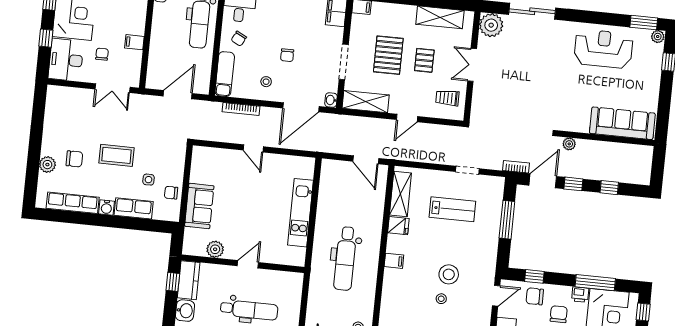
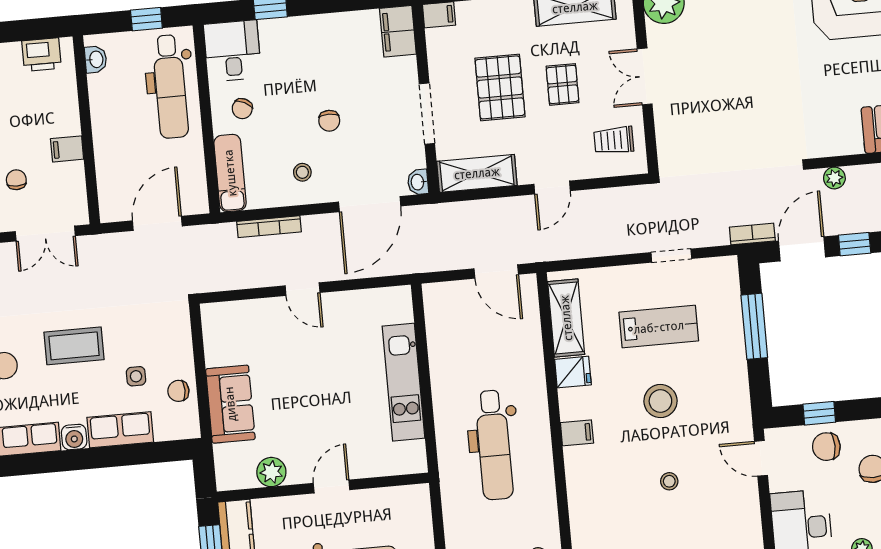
stool: (449, 274) -> (660, 401), moved
door: (496, 296) -> (761, 458), swing flipped

